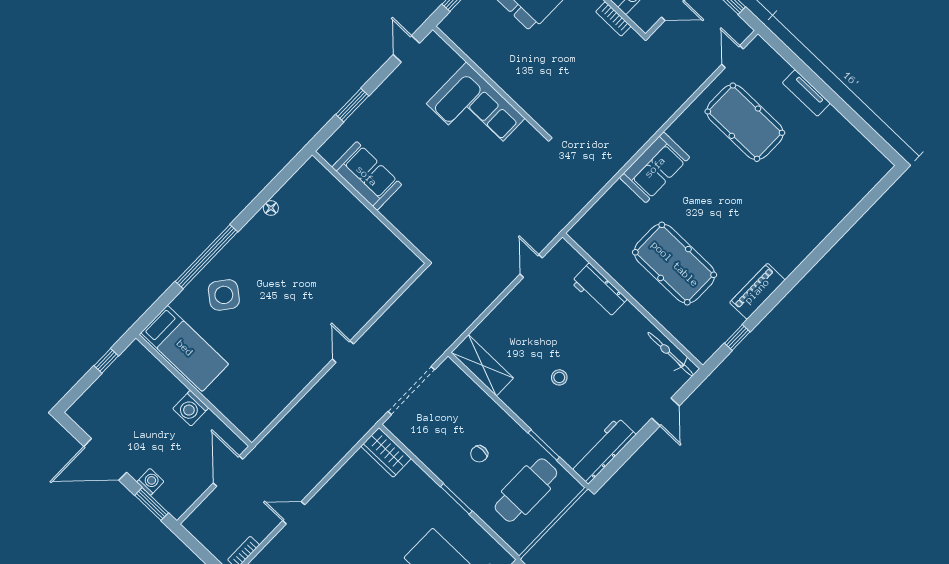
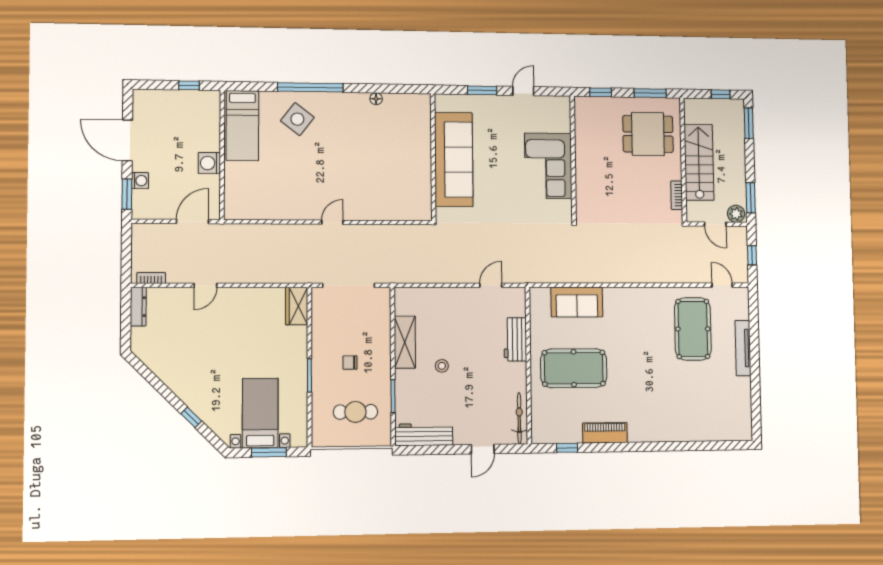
door: (406, 49) -> (523, 91), moved
door: (733, 57) -> (722, 285), hinge flipped
tv unit: (806, 93) -> (743, 348), width x1.41
sofa: (655, 167) -> (577, 302), moved
sofa: (367, 176) -> (454, 159), width x1.85, depth x1.27
pool table: (675, 264) -> (574, 368), turned 90
shelving: (482, 365) -> (405, 342), moved
cafe table: (526, 490) -> (355, 412), width x0.73, depth x0.74
door: (294, 513) -> (205, 285), swing flipped

